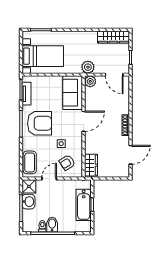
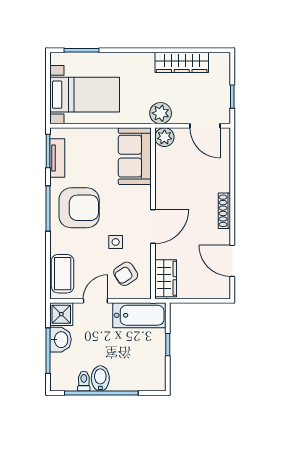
wardrobe: (114, 37) -> (182, 62), moved
door: (83, 121) -> (153, 226), moved
door: (130, 155) -> (232, 261), swing flipped
bathtub: (84, 205) -> (139, 315), moved, turned -90

